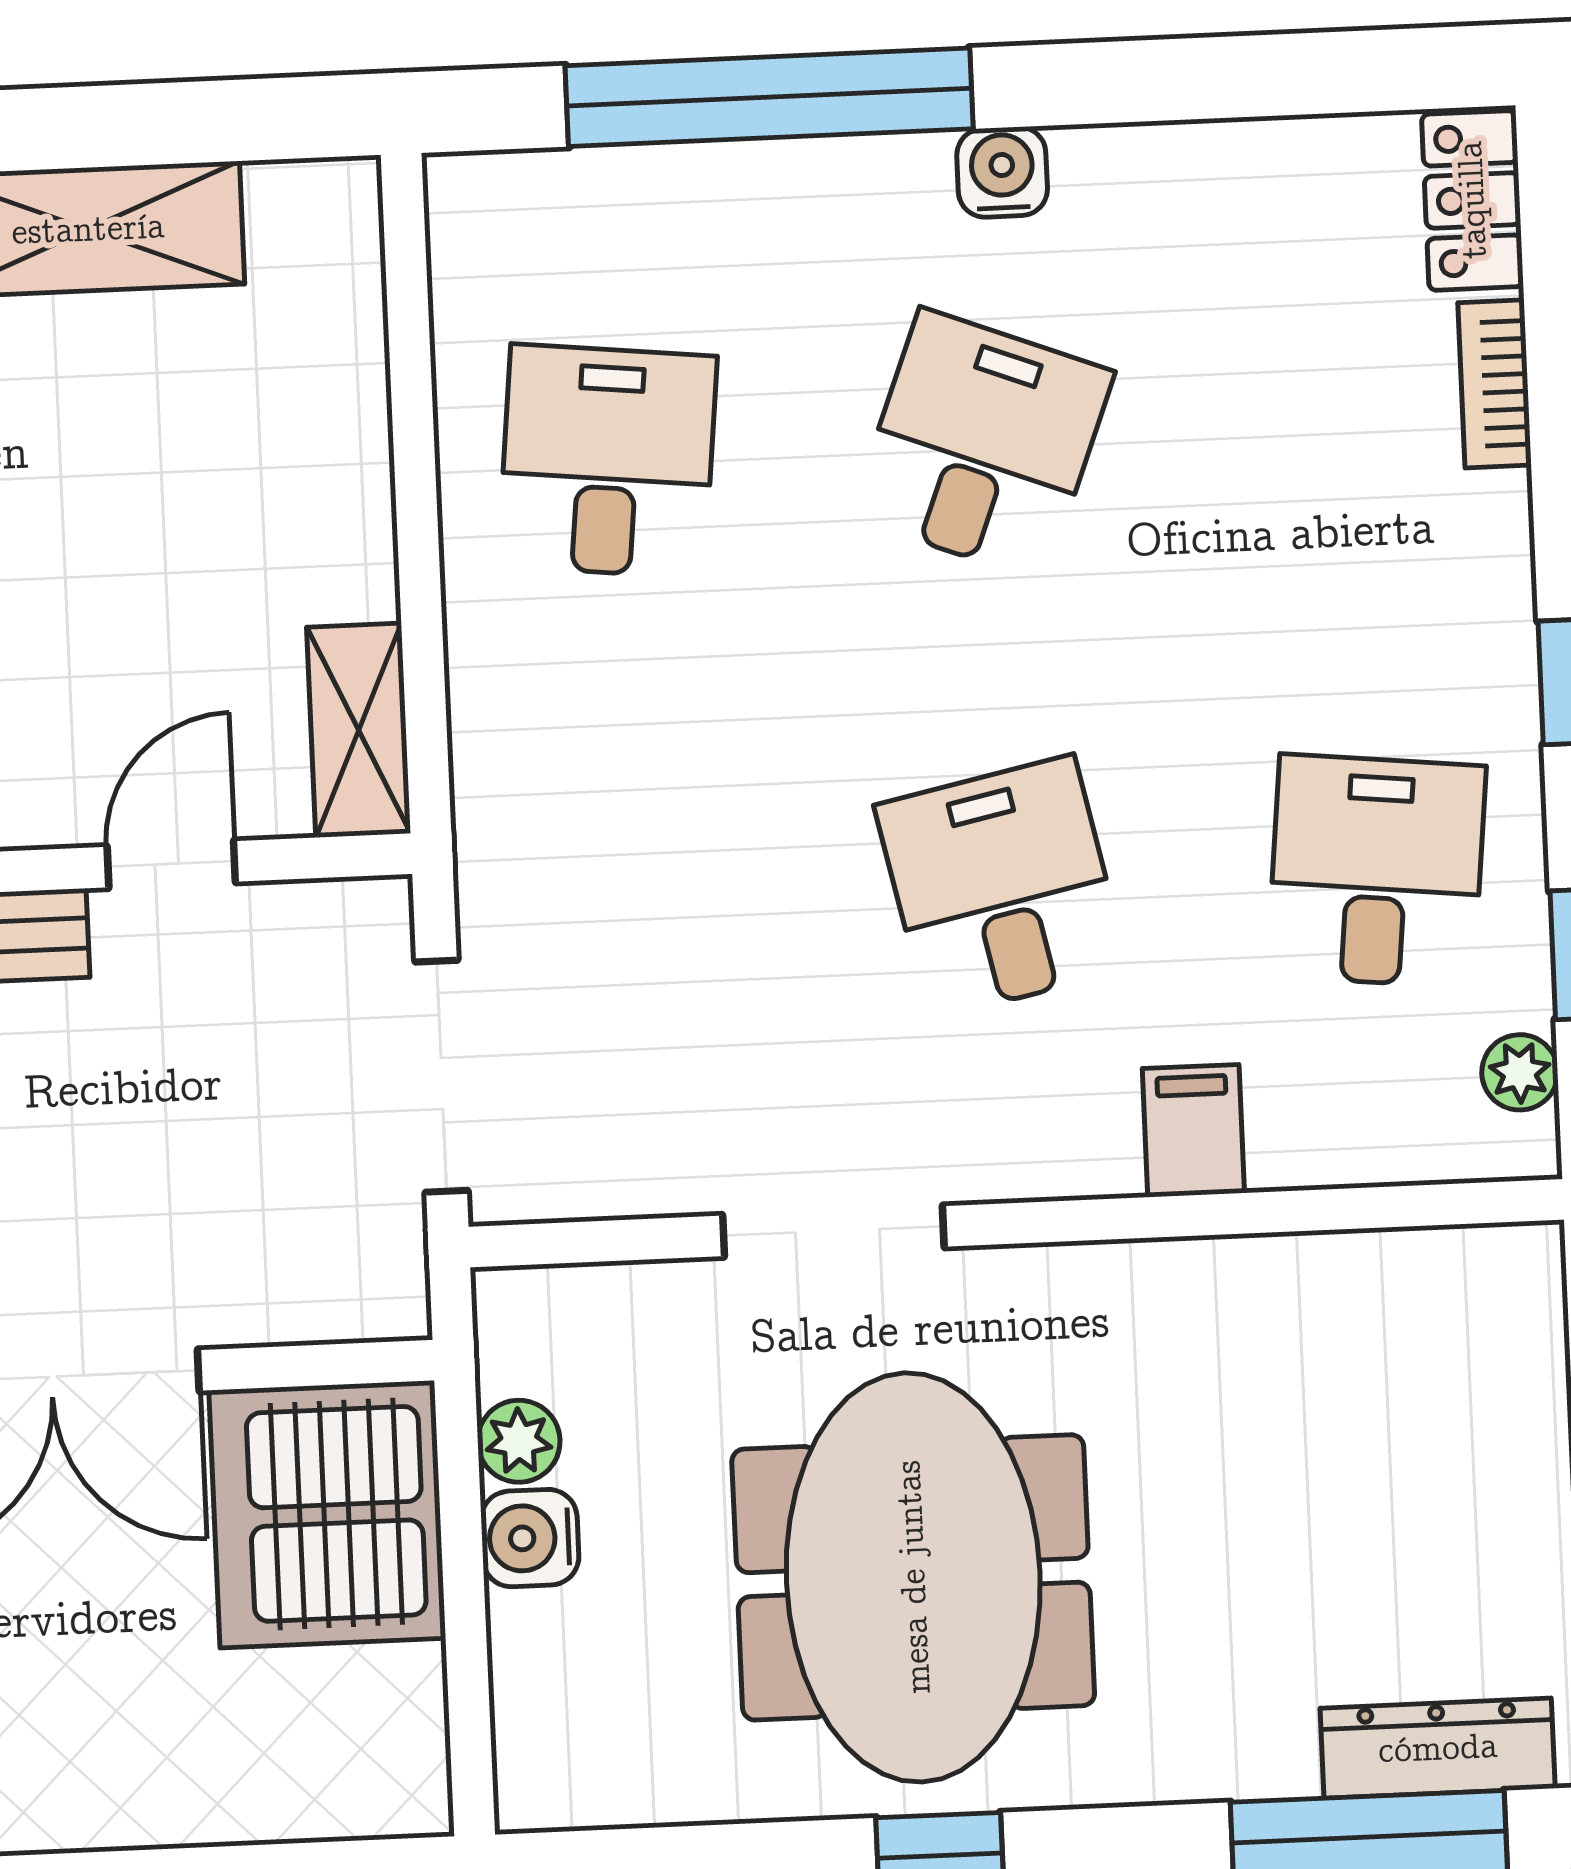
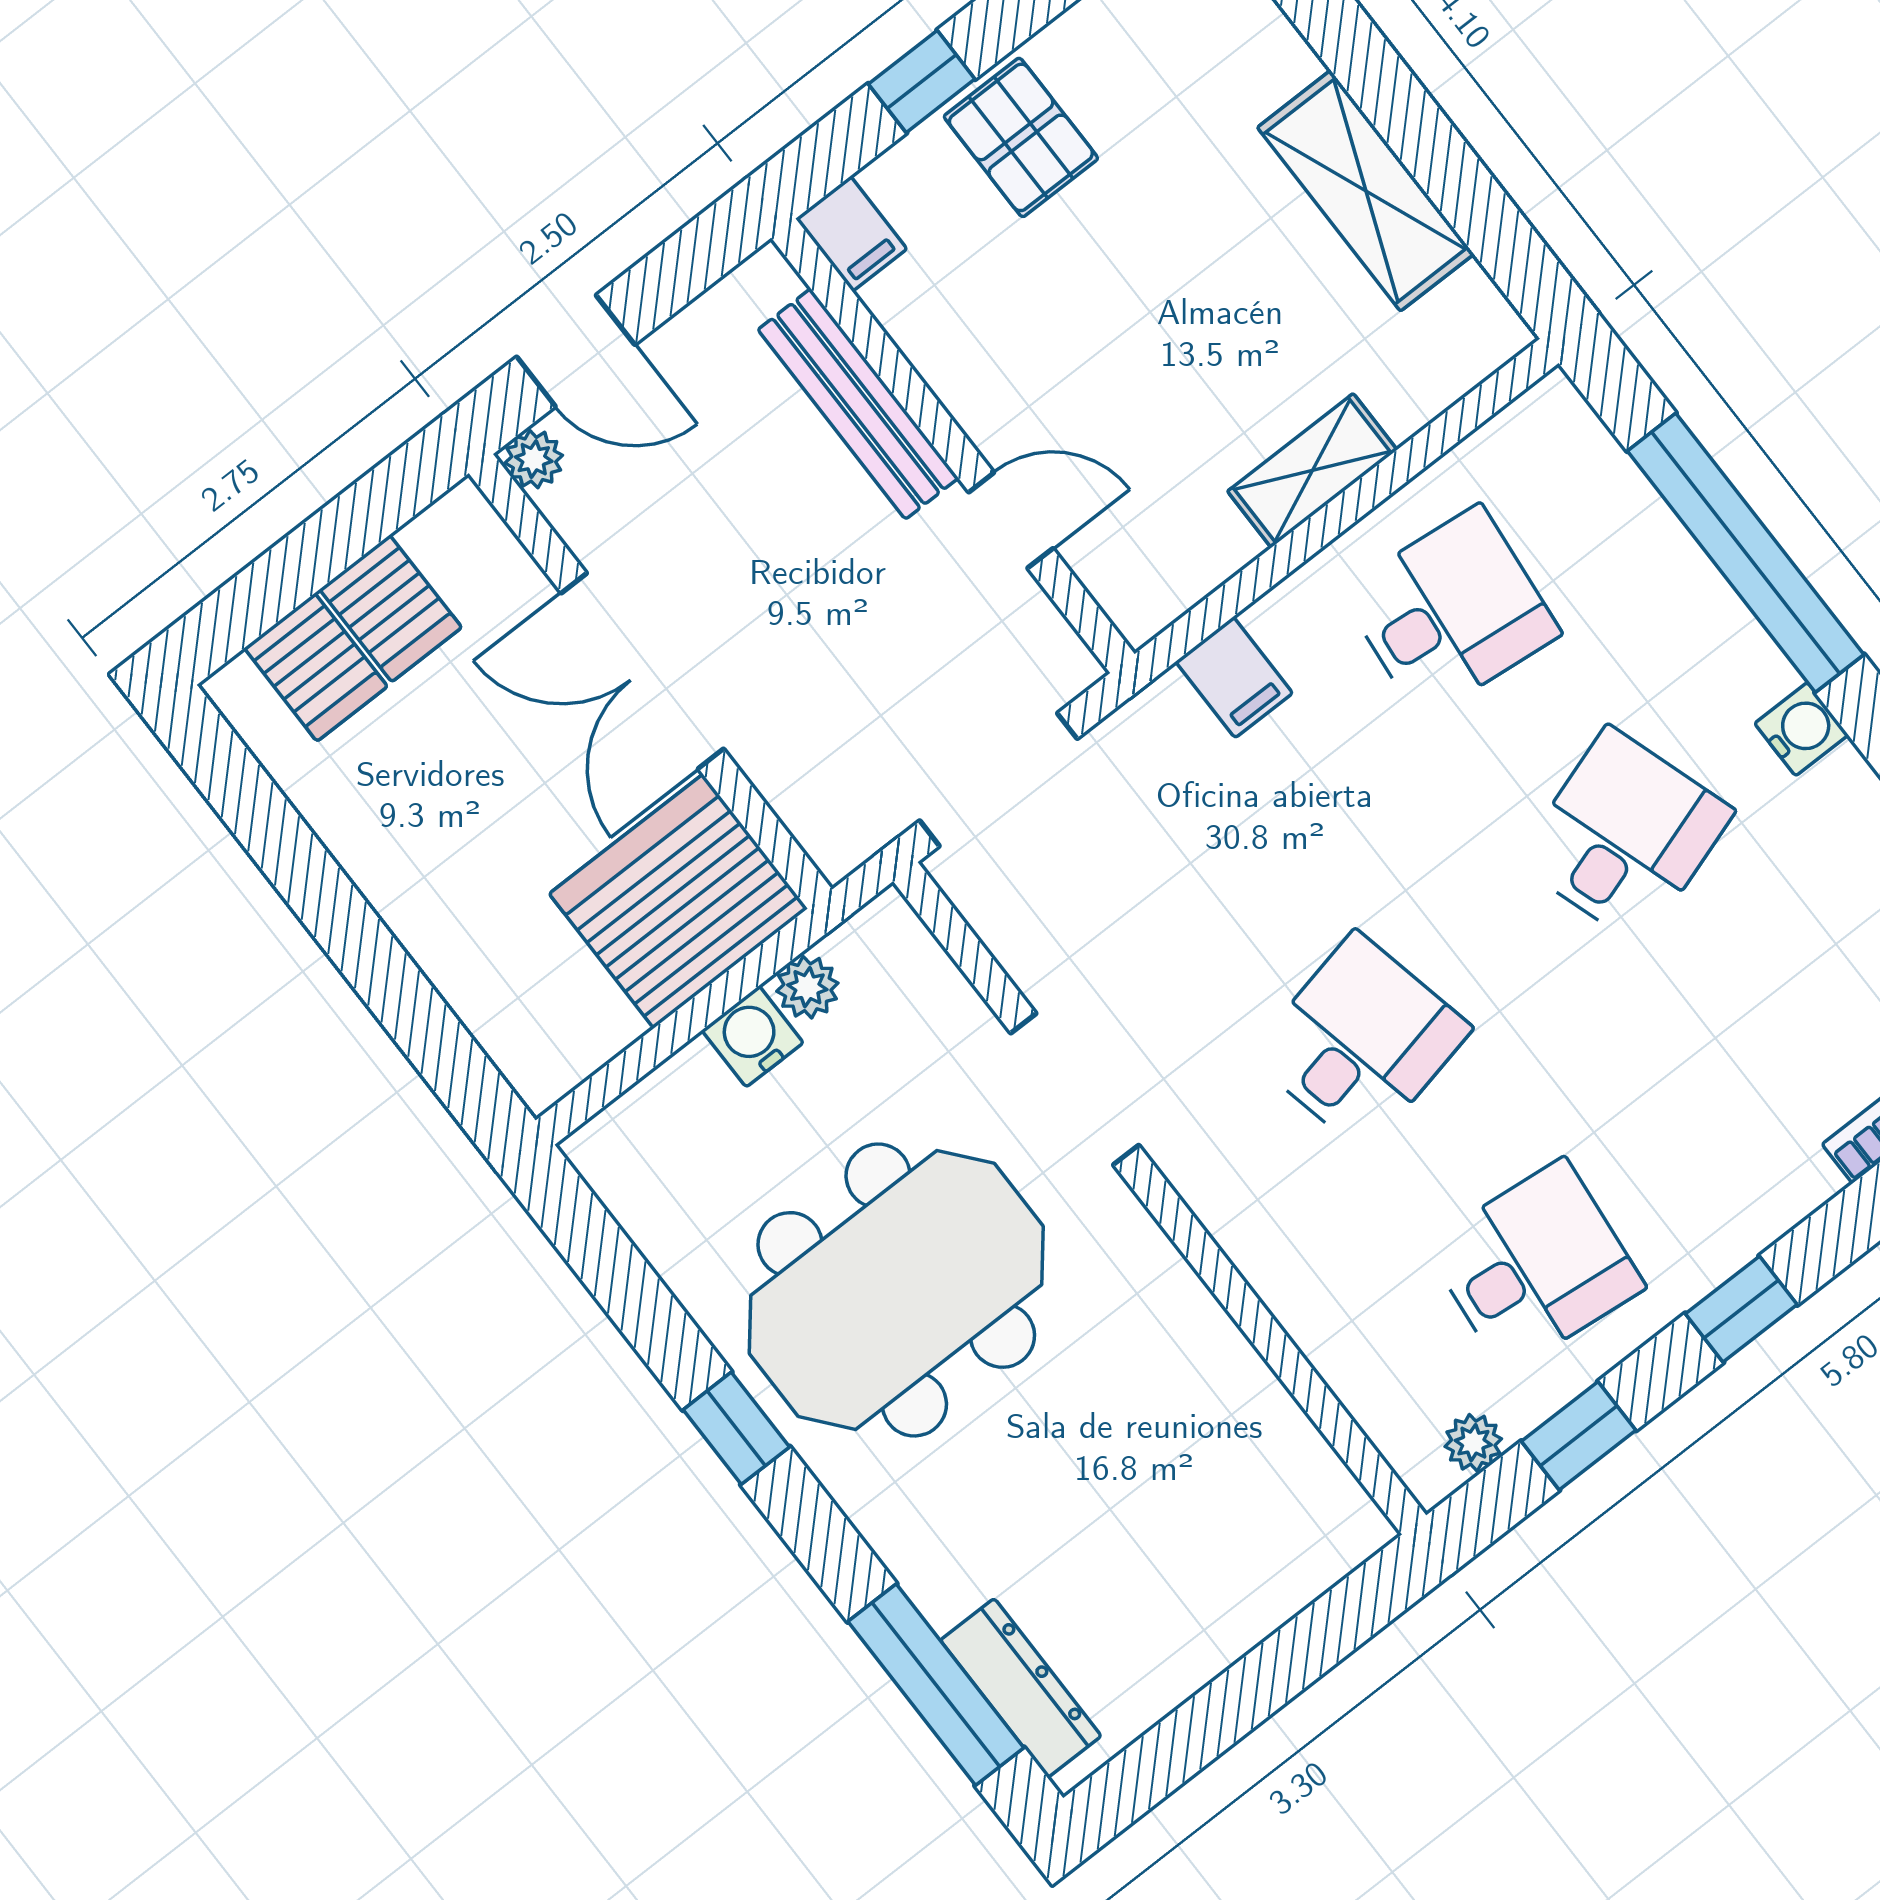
desk: (982, 445) -> (1625, 836), turned -39
shelving: (359, 730) -> (1312, 471), moved
filing cabinet: (1193, 1131) -> (1234, 677), moved, turned 90

